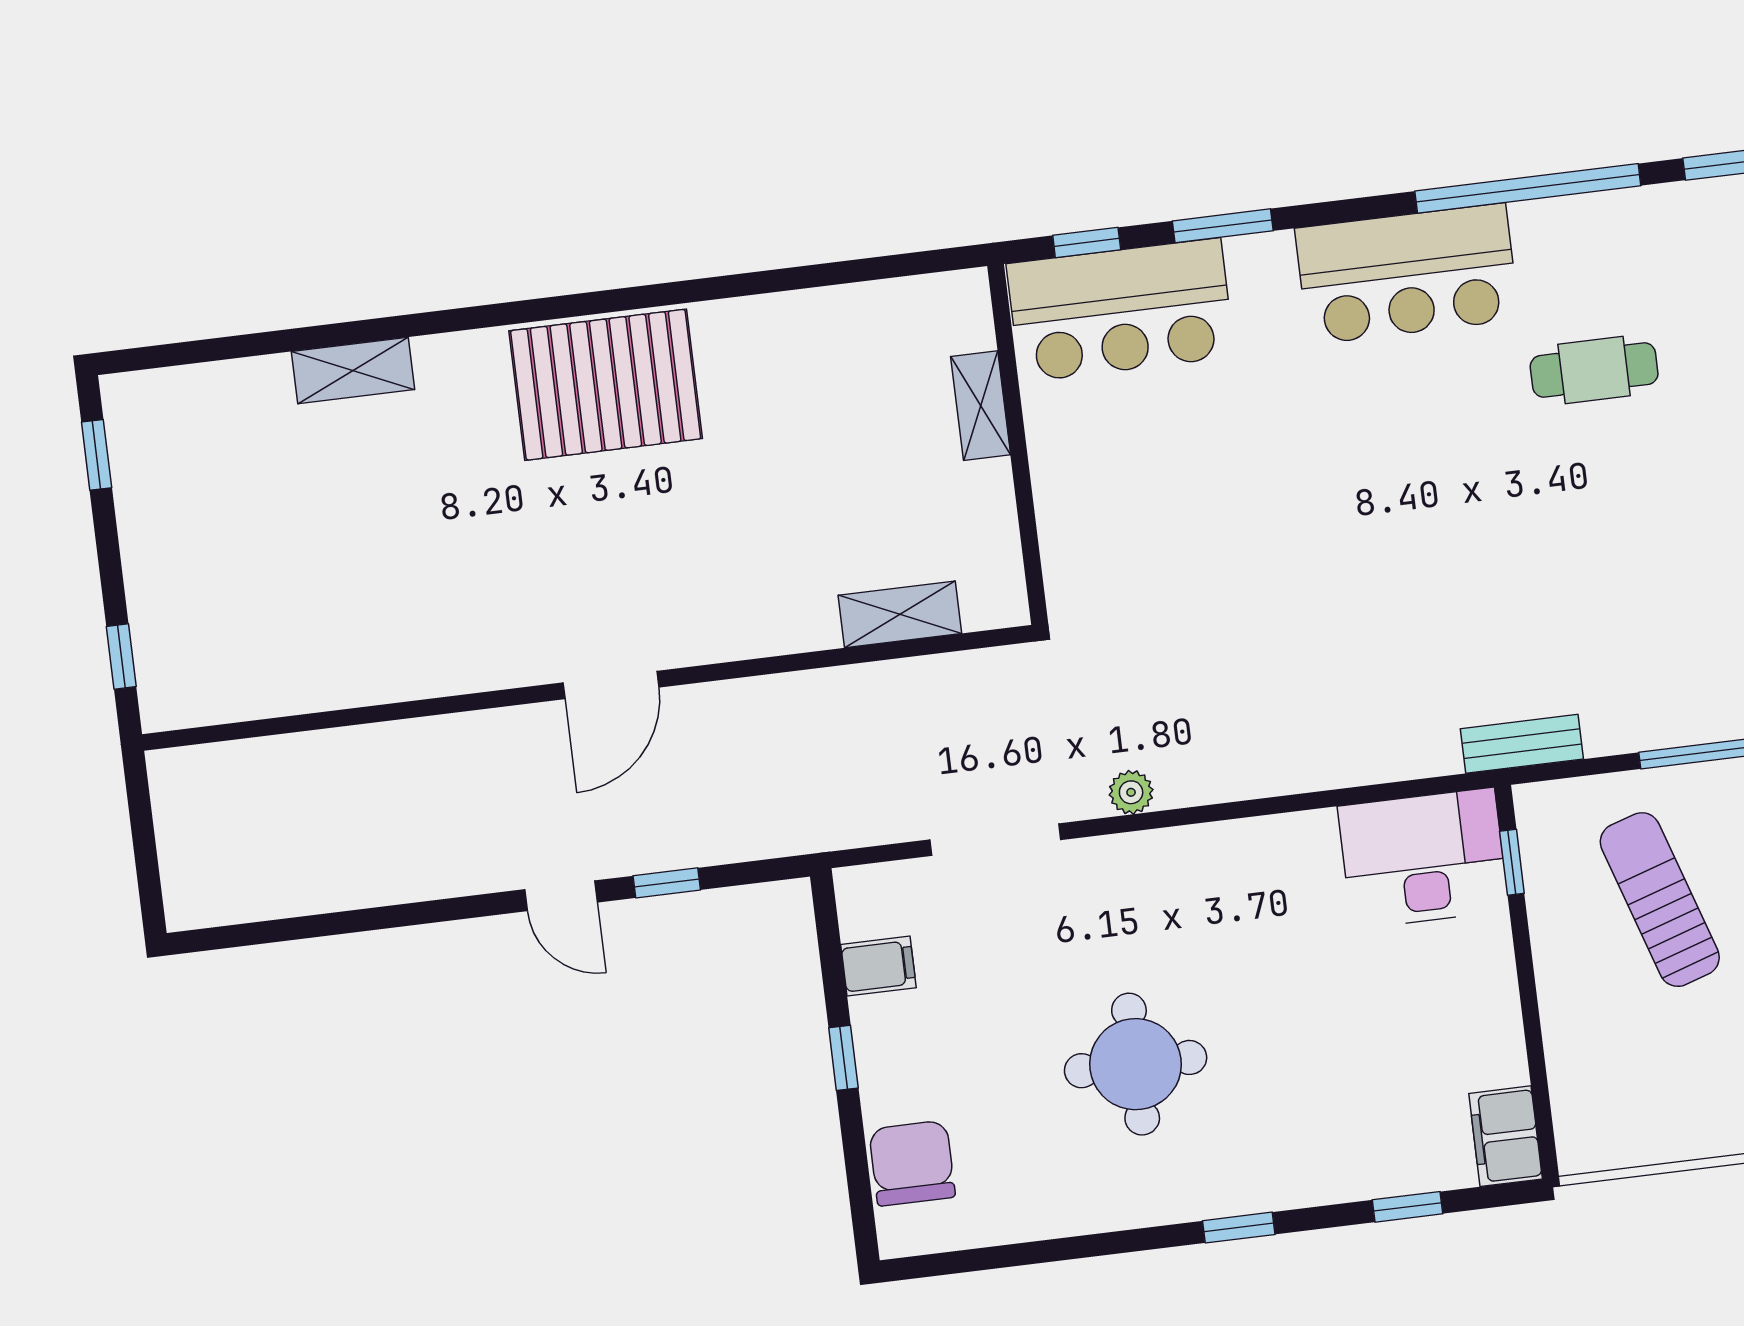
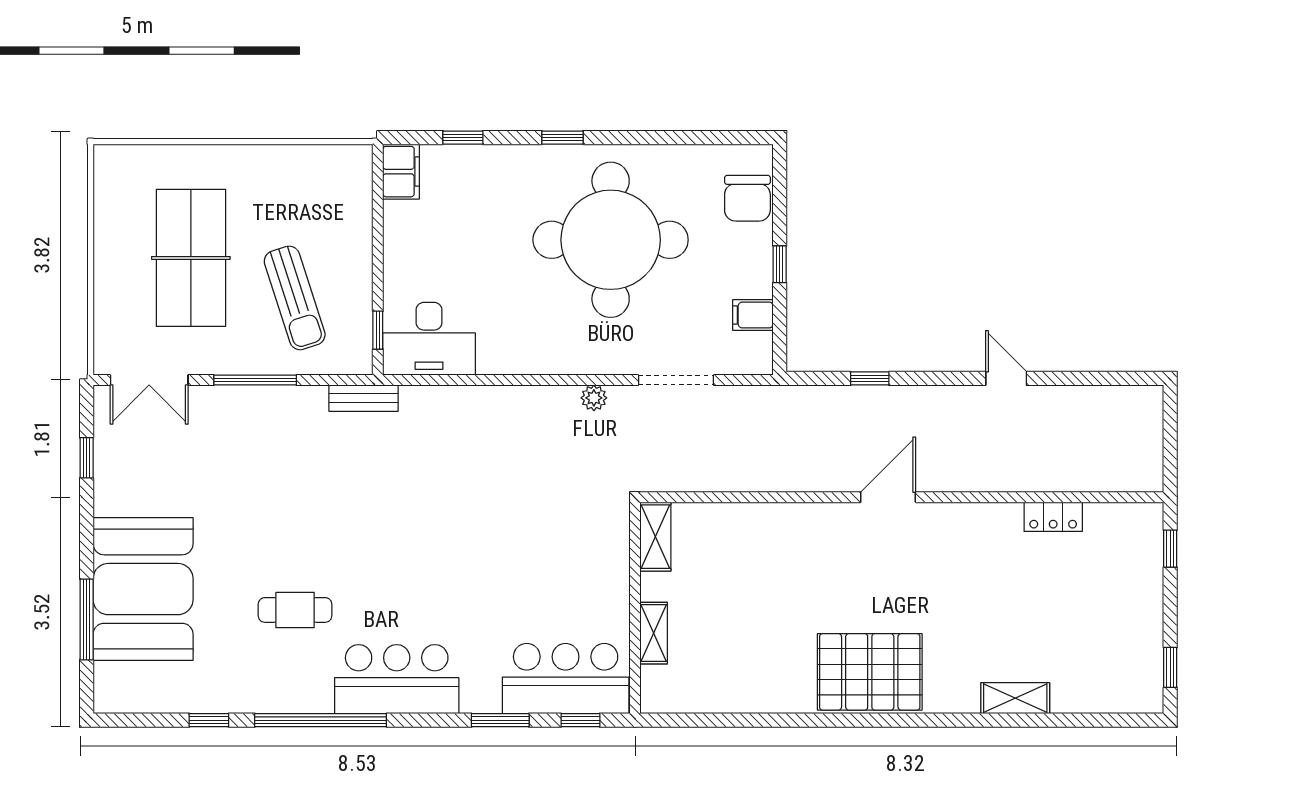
shelving: (900, 614) -> (655, 537), moved, turned 90
locker: (327, 686) -> (1053, 517), added
door: (561, 896) -> (1006, 378), moved
round table: (1136, 1064) -> (611, 240), width x1.86, depth x1.86

